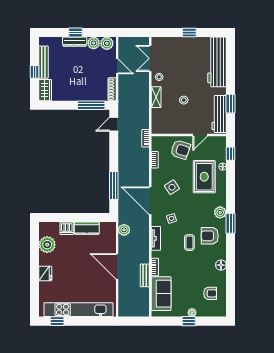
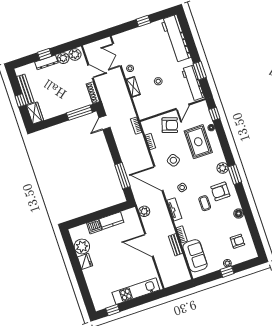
fridge: (45, 274) -> (85, 261), moved
kitchen unit: (78, 310) -> (136, 291), width x0.73

